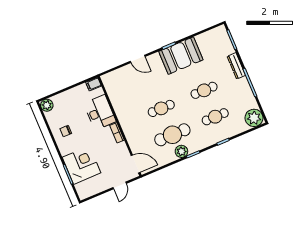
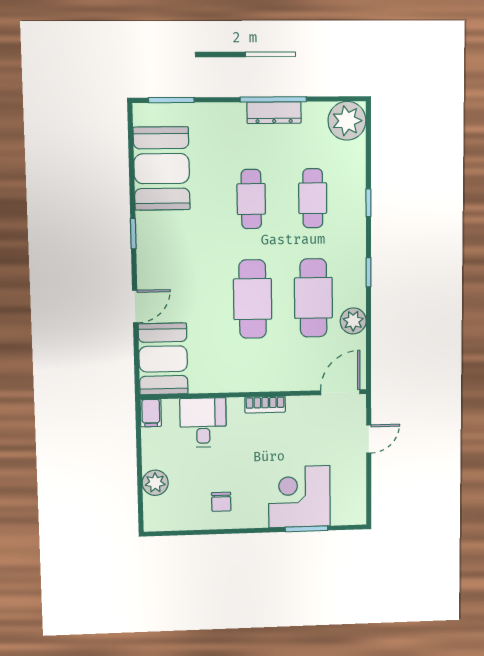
booth: (181, 56) -> (162, 169), moved
dresser: (236, 66) -> (274, 113), moved
booth: (120, 80) -> (163, 359), added
plant: (47, 105) -> (155, 483), moved
cafe table: (161, 108) -> (253, 299), width x1.37, depth x1.35
desk: (100, 112) -> (203, 423), width x0.73
plant: (181, 151) -> (353, 321), moved
door: (120, 185) -> (369, 439), hinge flipped

